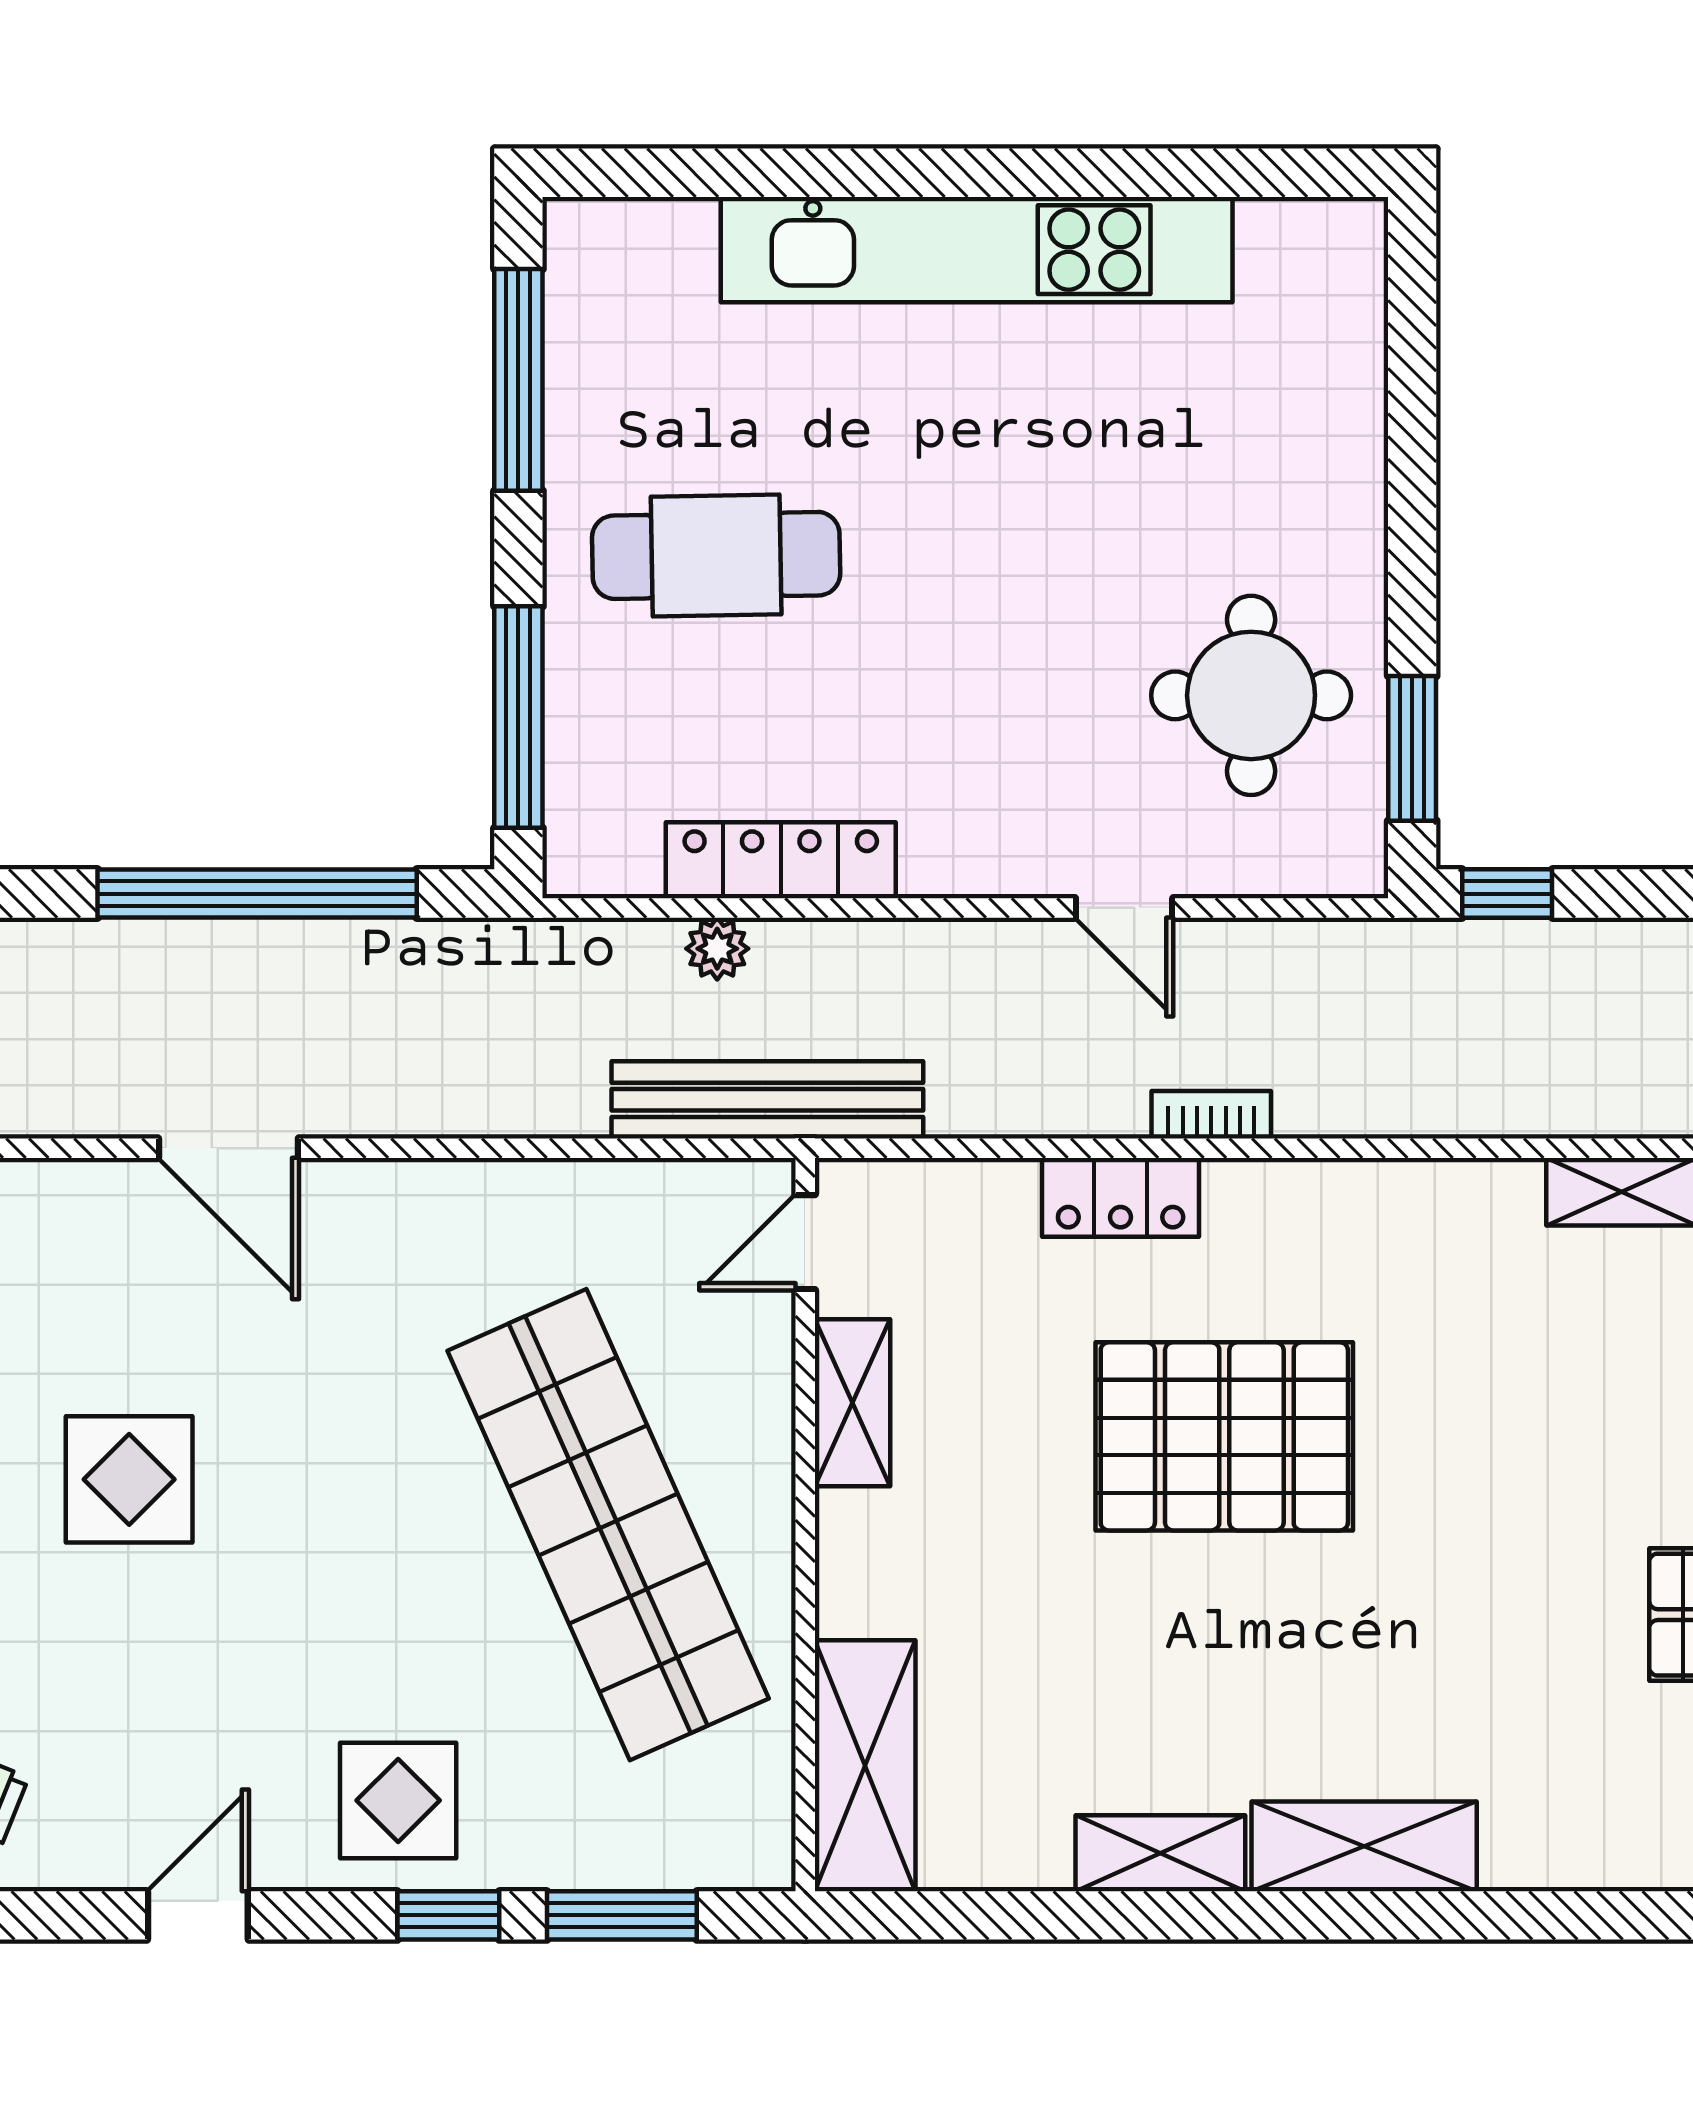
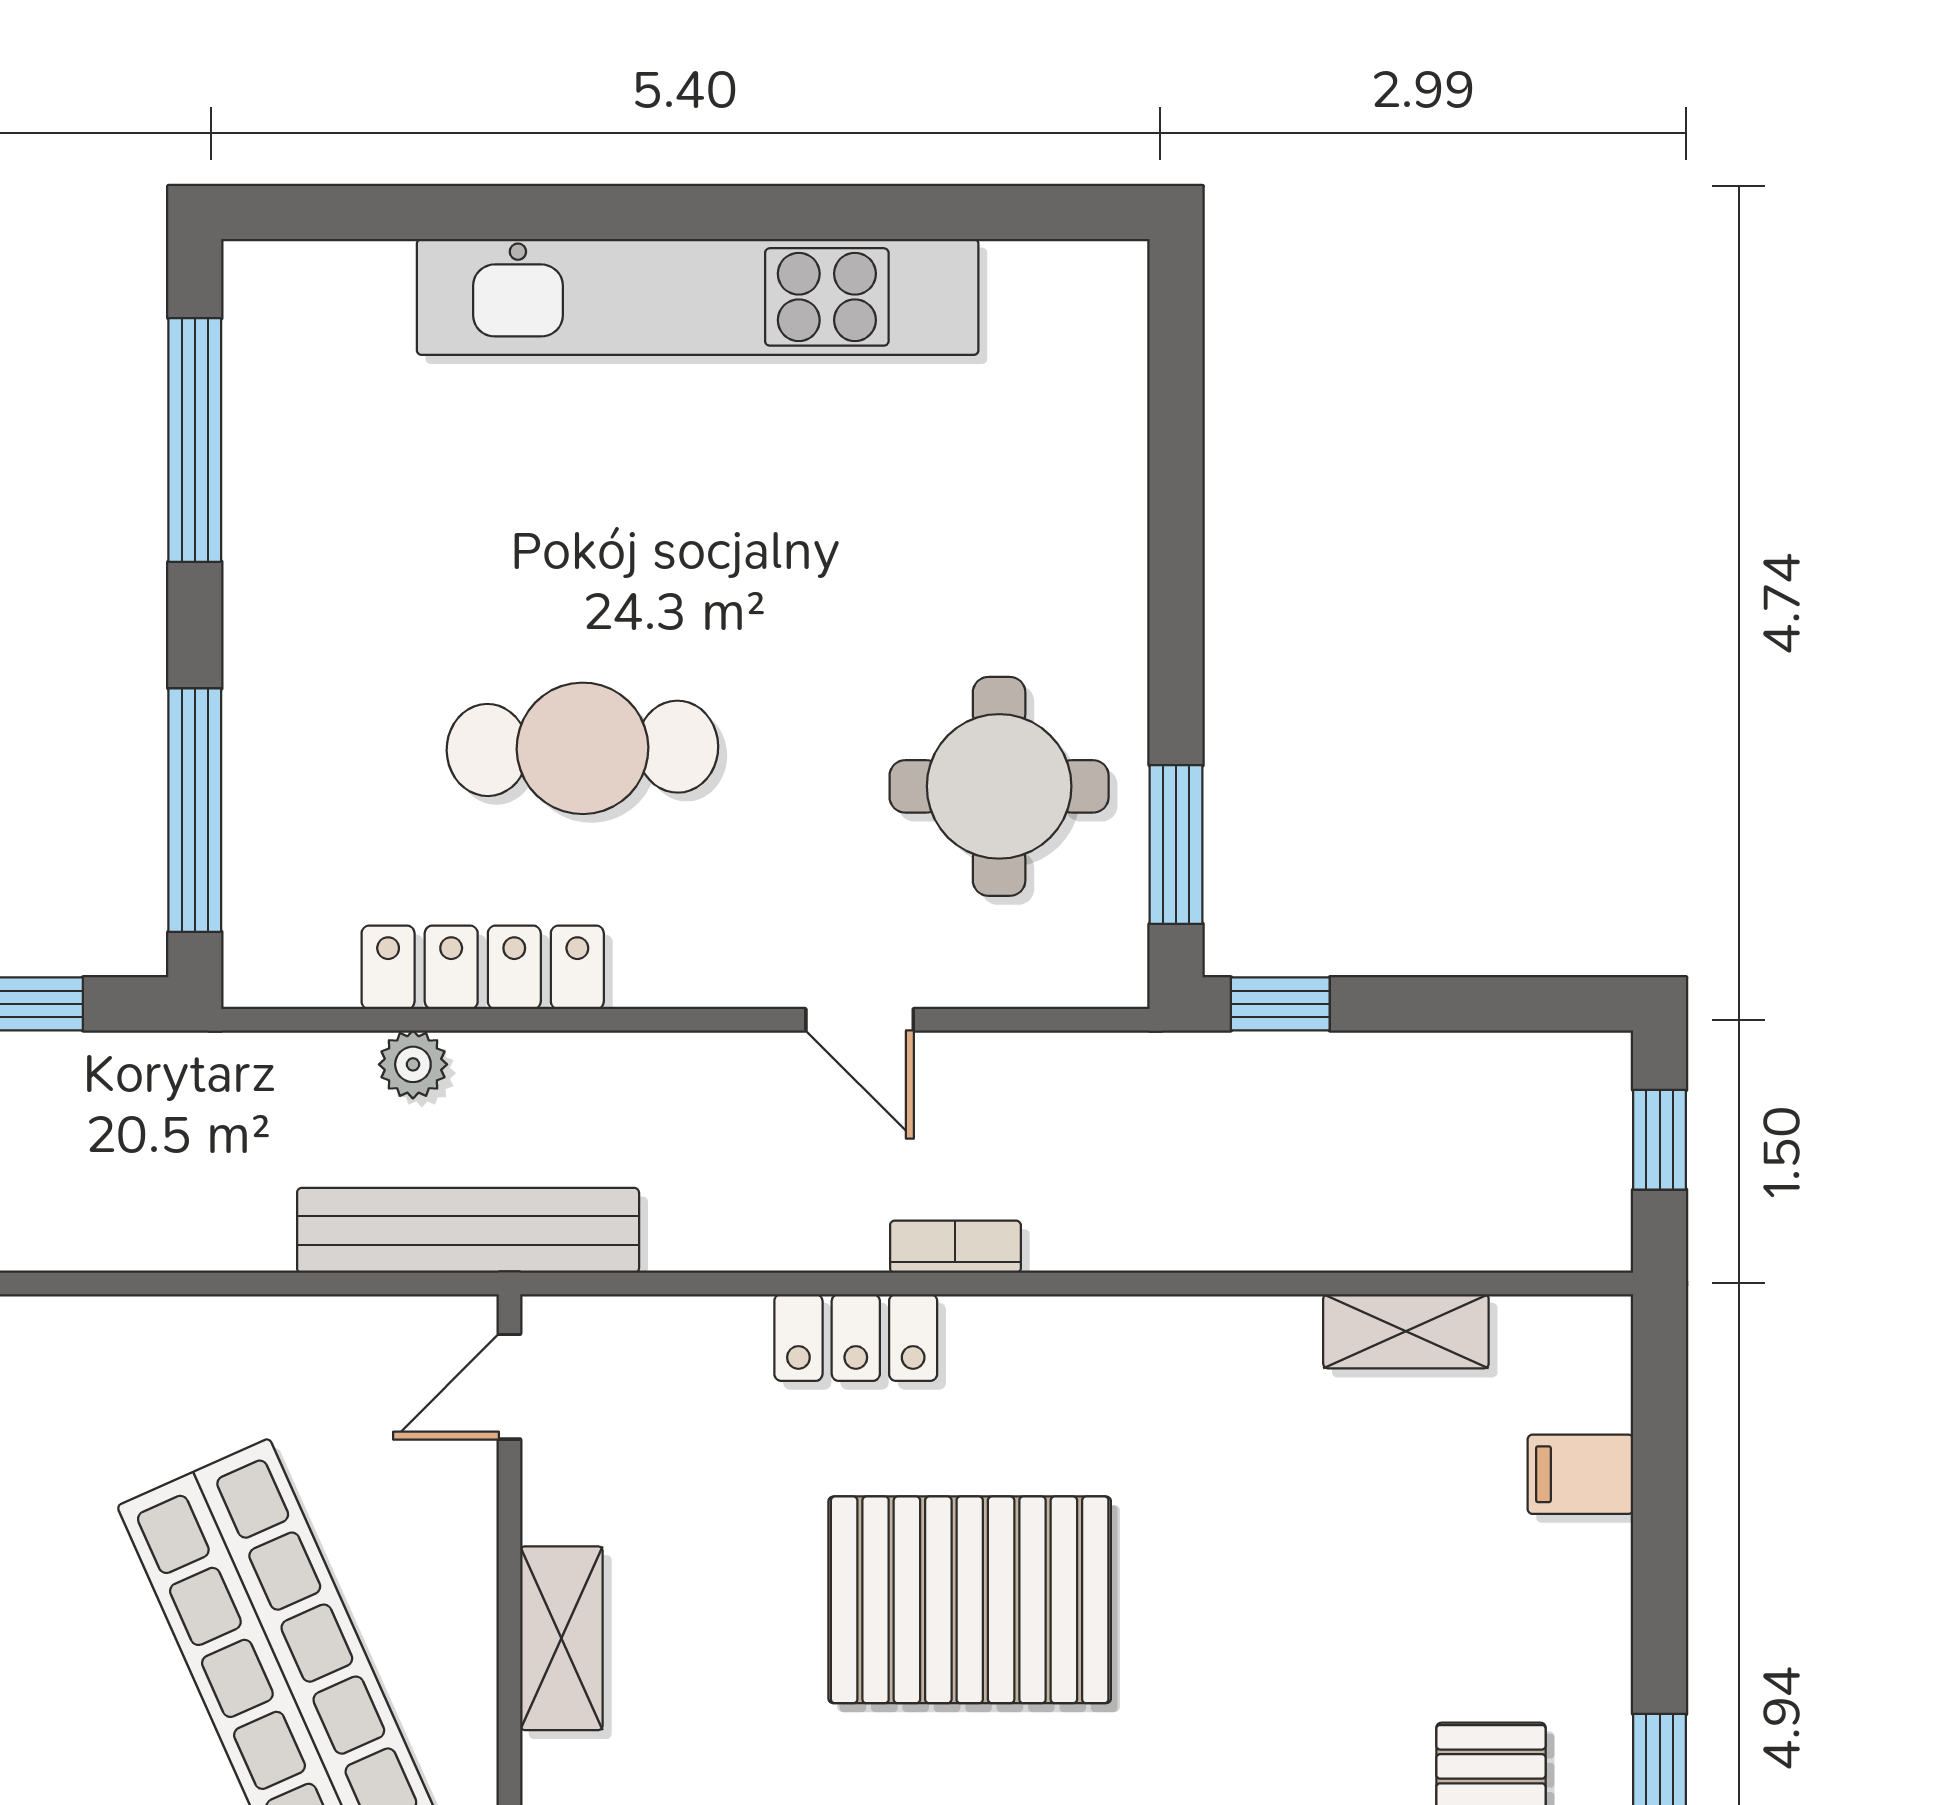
cafe table: (716, 555) -> (582, 748), moved
shelving: (852, 1403) -> (561, 1638), moved

